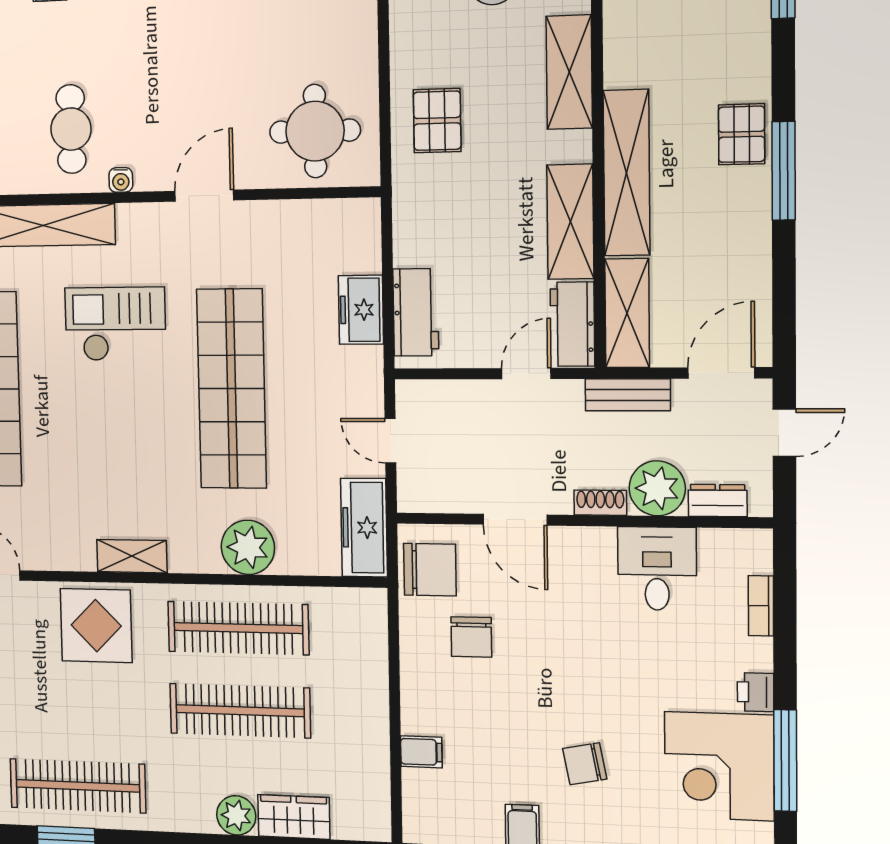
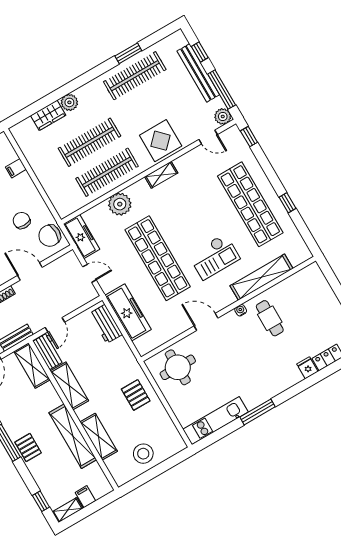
shelving: (627, 173) -> (73, 436), moved
door: (204, 196) -> (206, 322), swing flipped
freezer: (361, 310) -> (128, 312), width x1.91, depth x1.26

